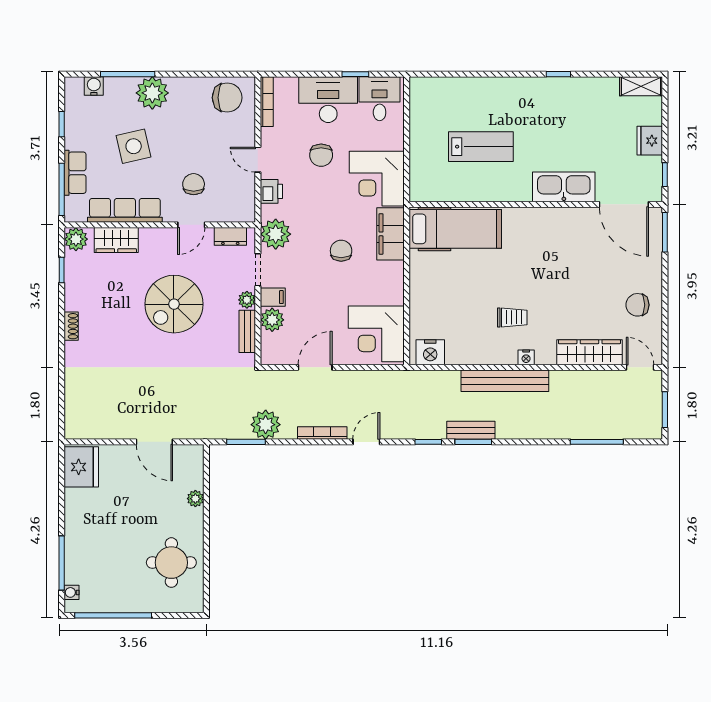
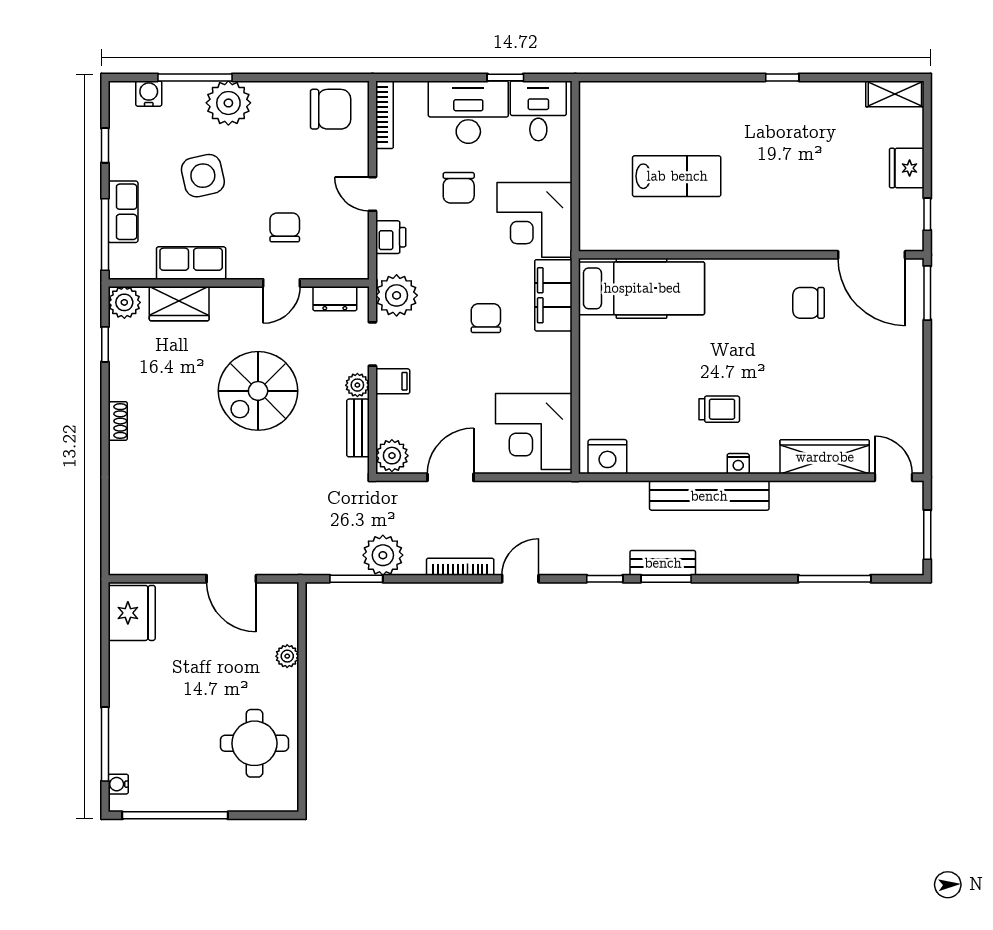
kitchen sink: (564, 187) -> (790, 231), removed
row of seats: (125, 210) -> (191, 263), width x0.68
chair: (637, 305) -> (809, 303), moved
plant: (272, 320) -> (392, 456), moved

